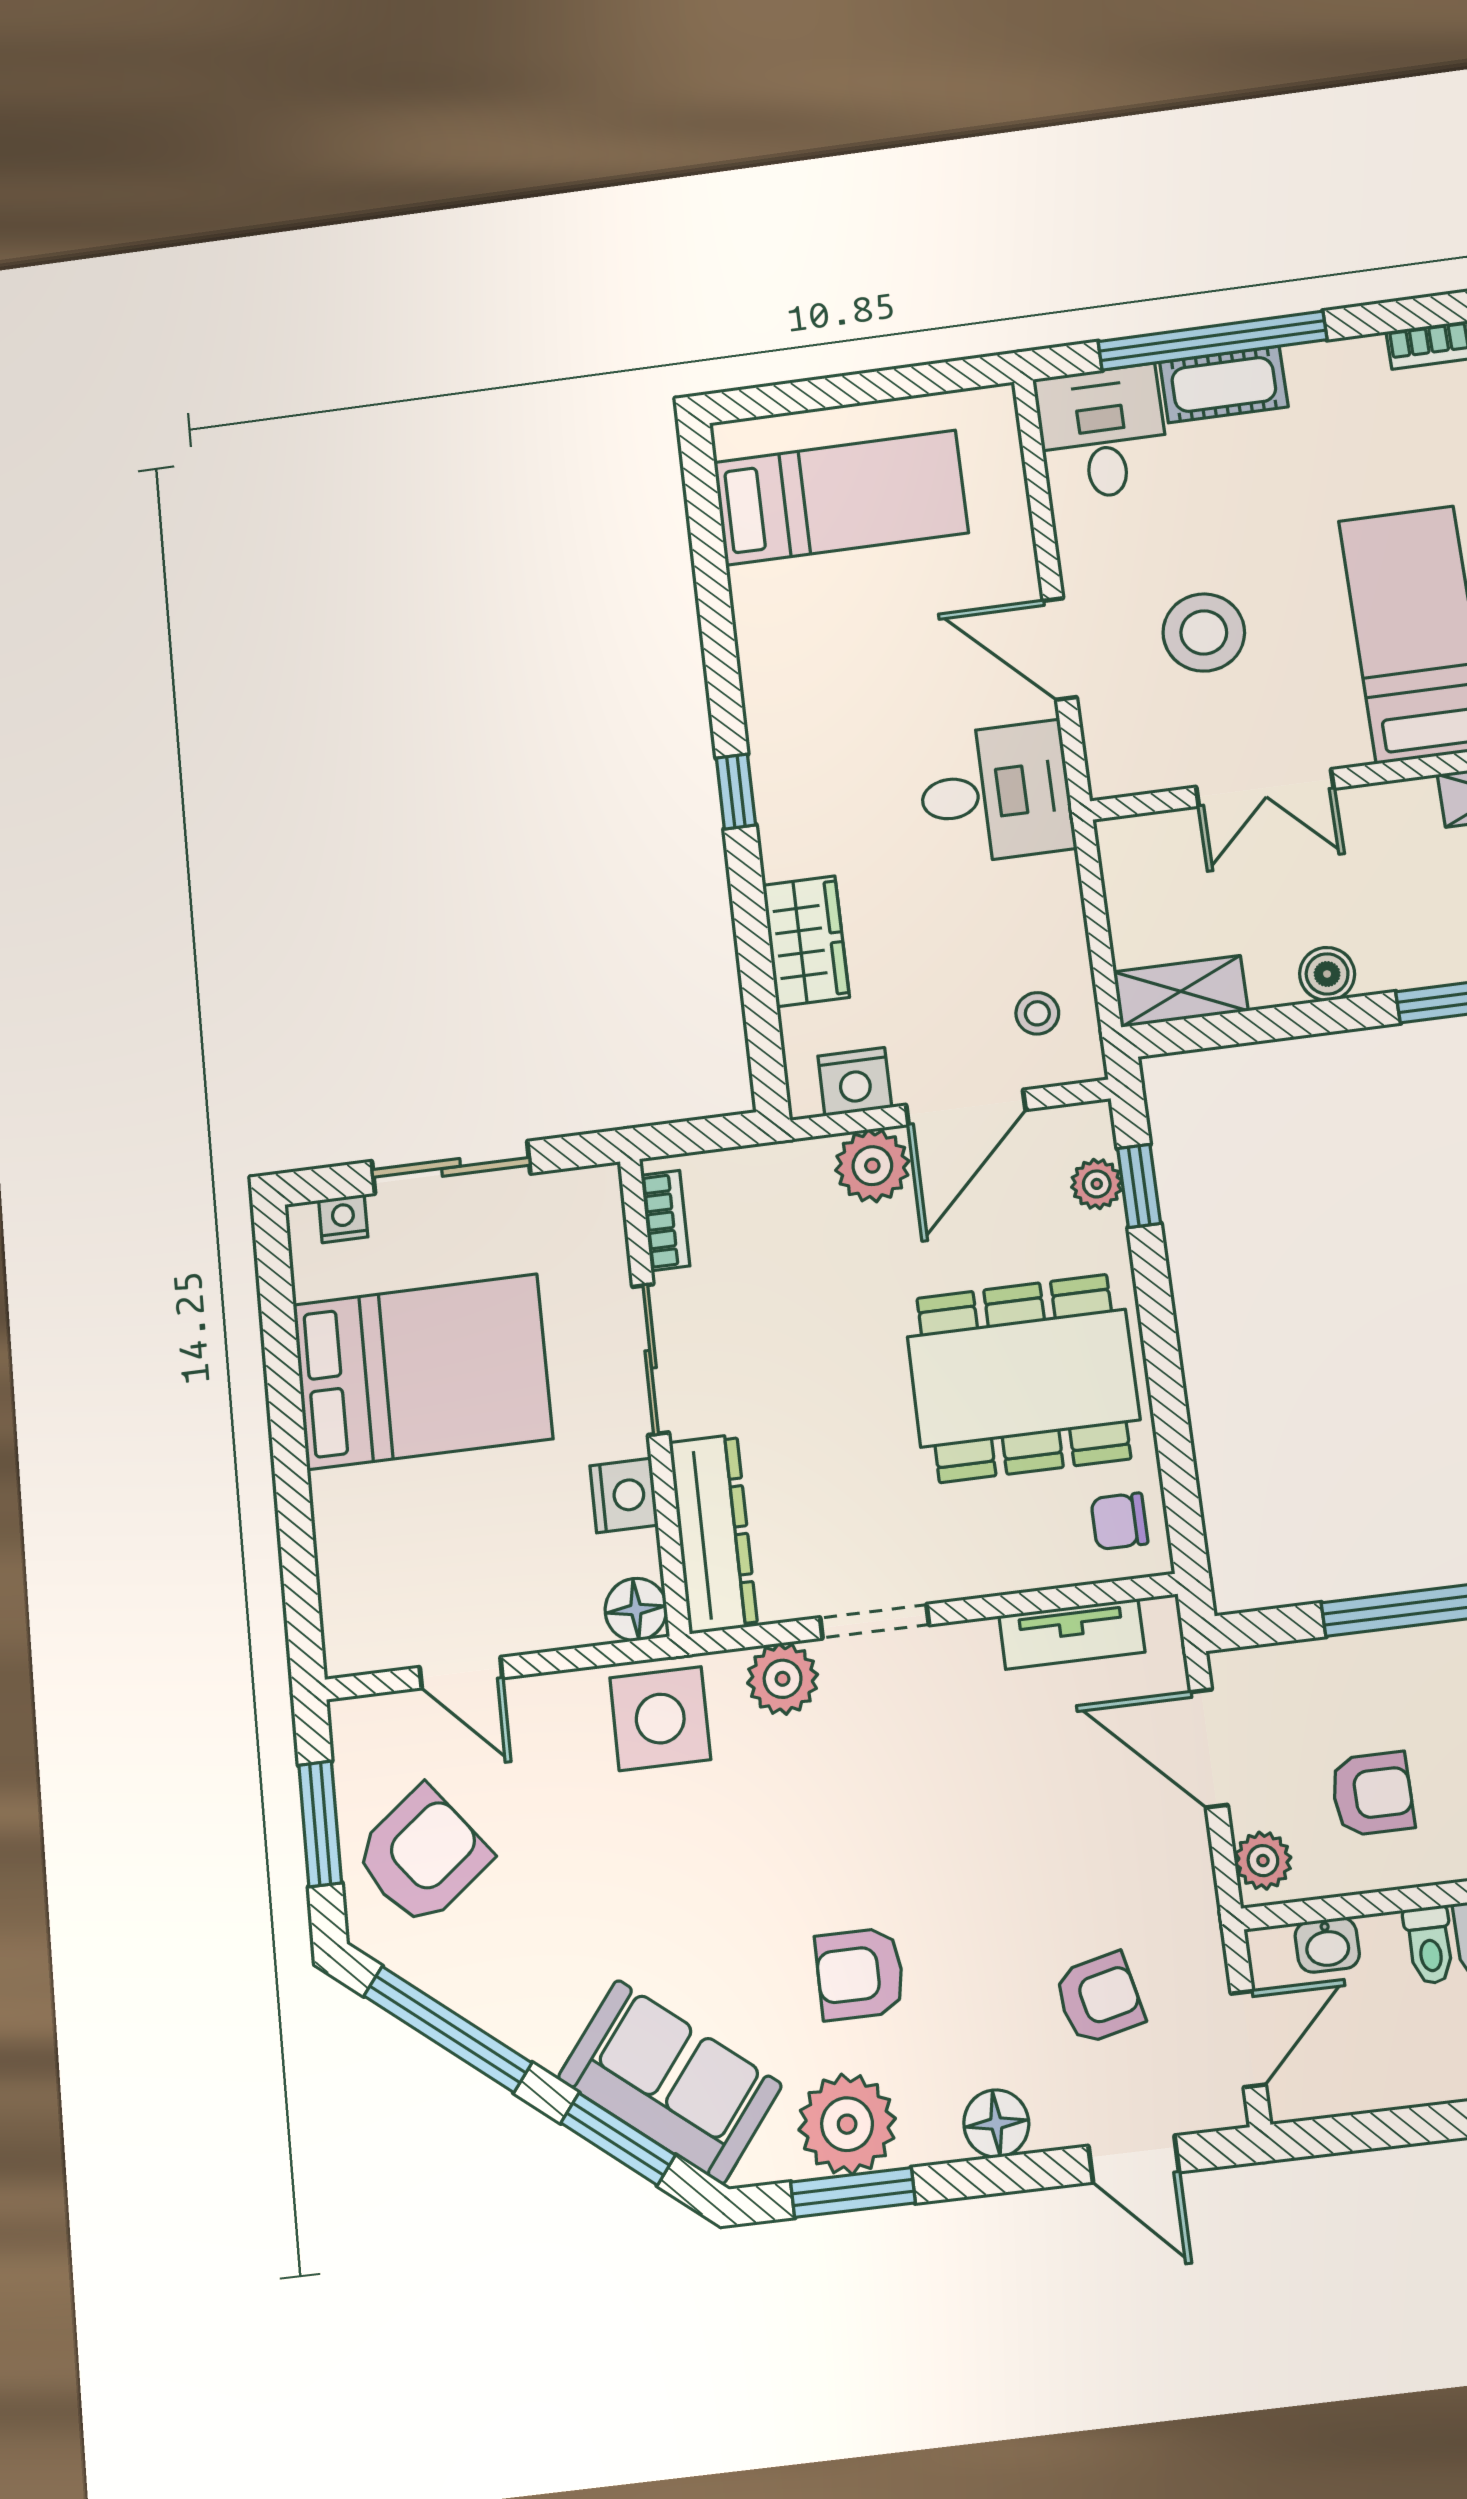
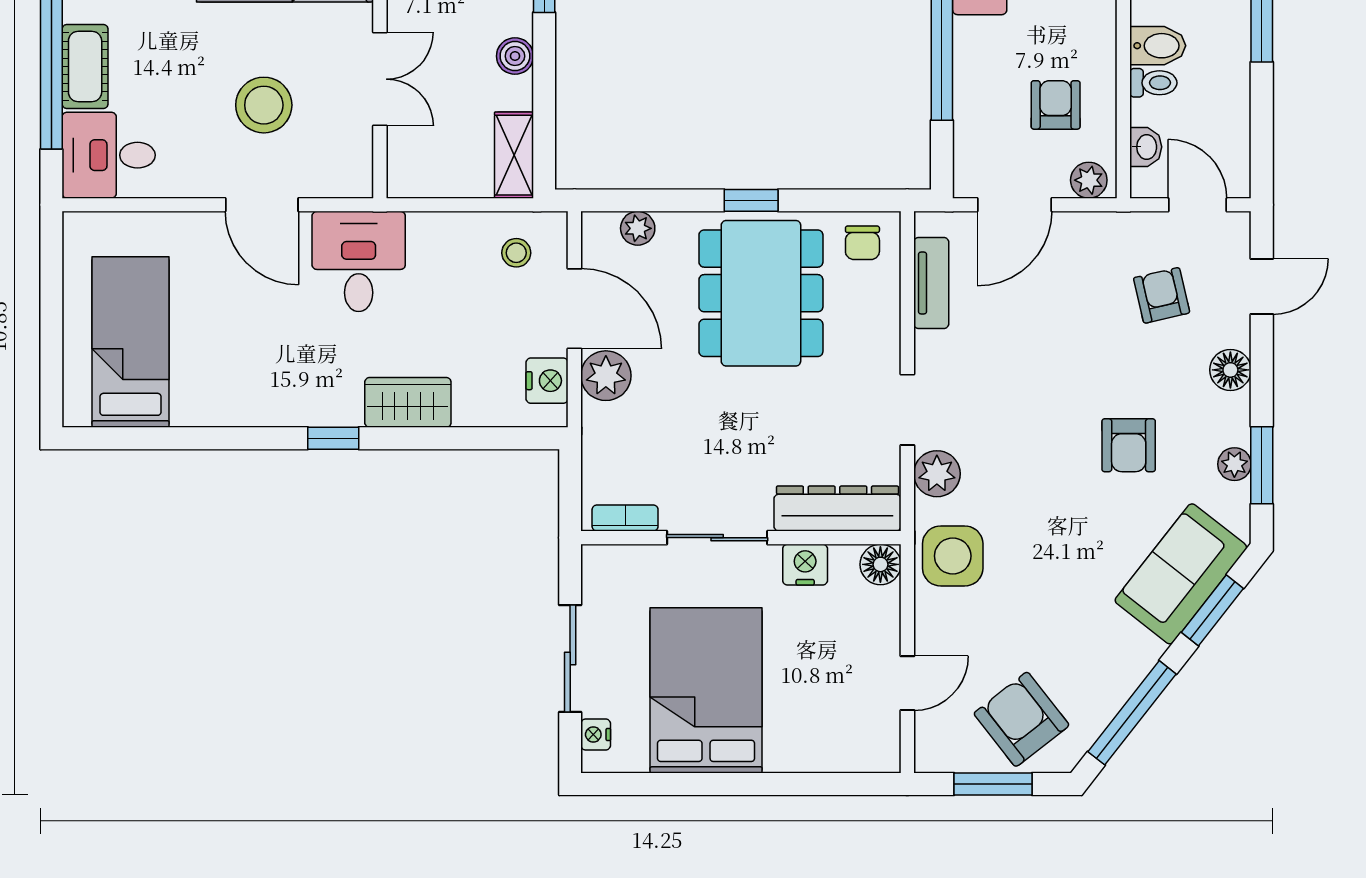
door: (1060, 649) -> (262, 205), hinge flipped
wardrobe: (806, 941) -> (408, 402), moved
window: (1139, 1186) -> (751, 200), moved
plant: (847, 2124) -> (1234, 464), width x0.53, depth x0.53

